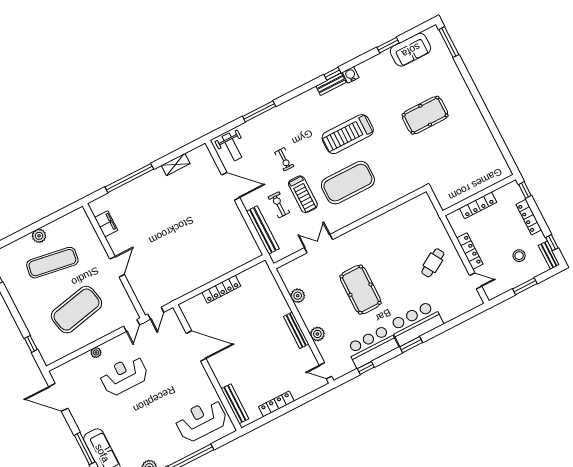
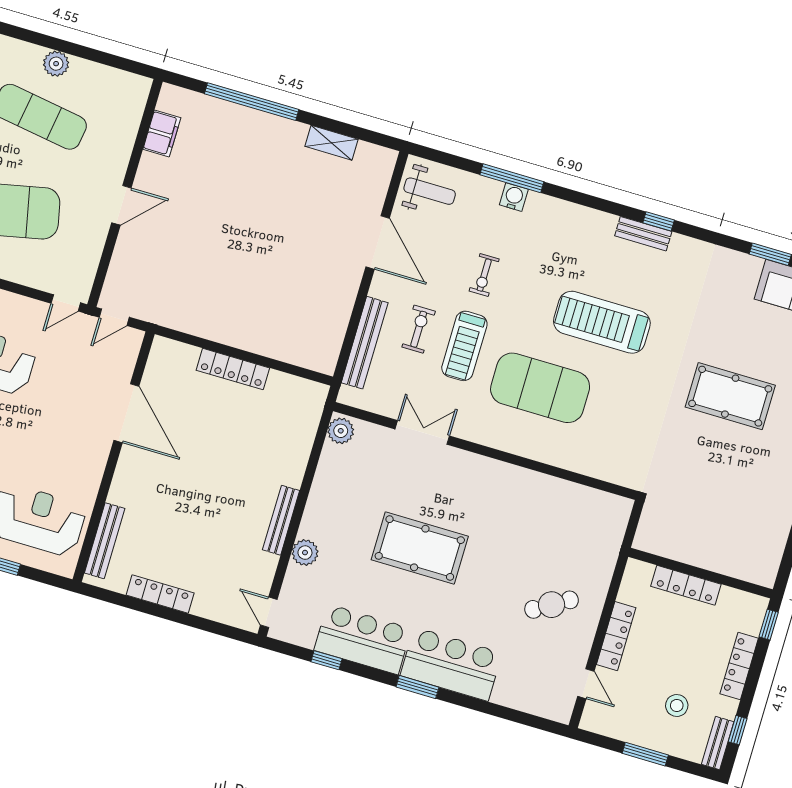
water cooler: (351, 75) -> (514, 197), moved
weight bench: (232, 147) -> (430, 191), turned -90
pool table: (360, 290) -> (420, 548), turned 90
plant: (298, 296) -> (341, 431), moved

